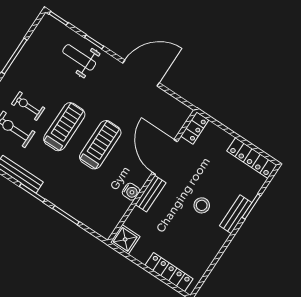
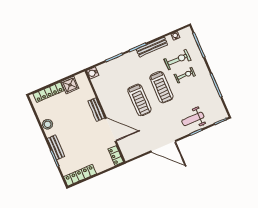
weight bench: (79, 57) -> (193, 119), turned 180
door: (141, 73) -> (163, 146), hinge flipped
water cooler: (131, 192) -> (93, 73), moved
stool: (202, 205) -> (48, 124), moved
shower: (125, 239) -> (70, 85), moved

